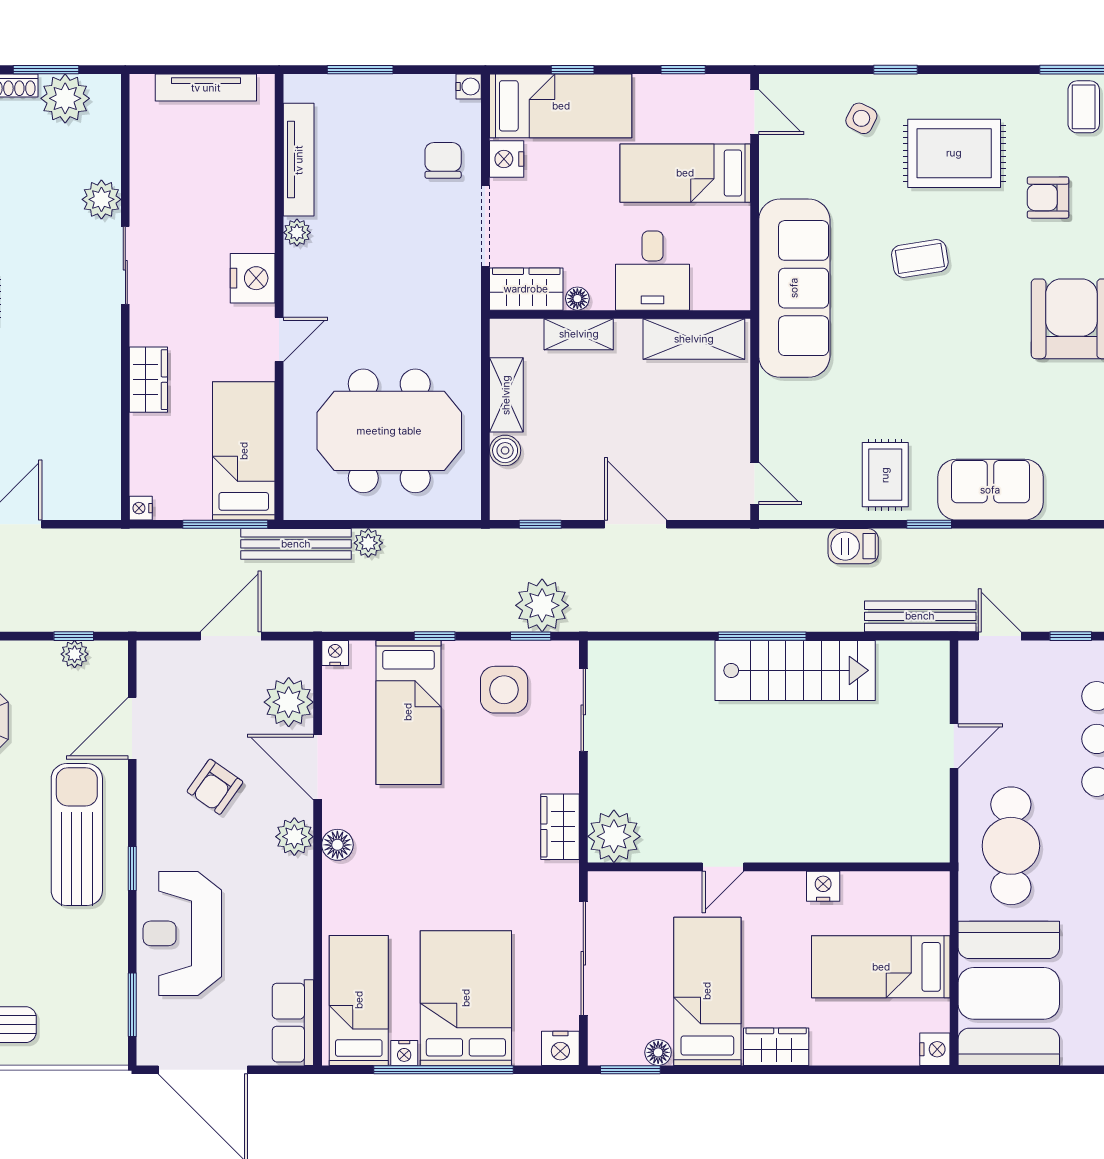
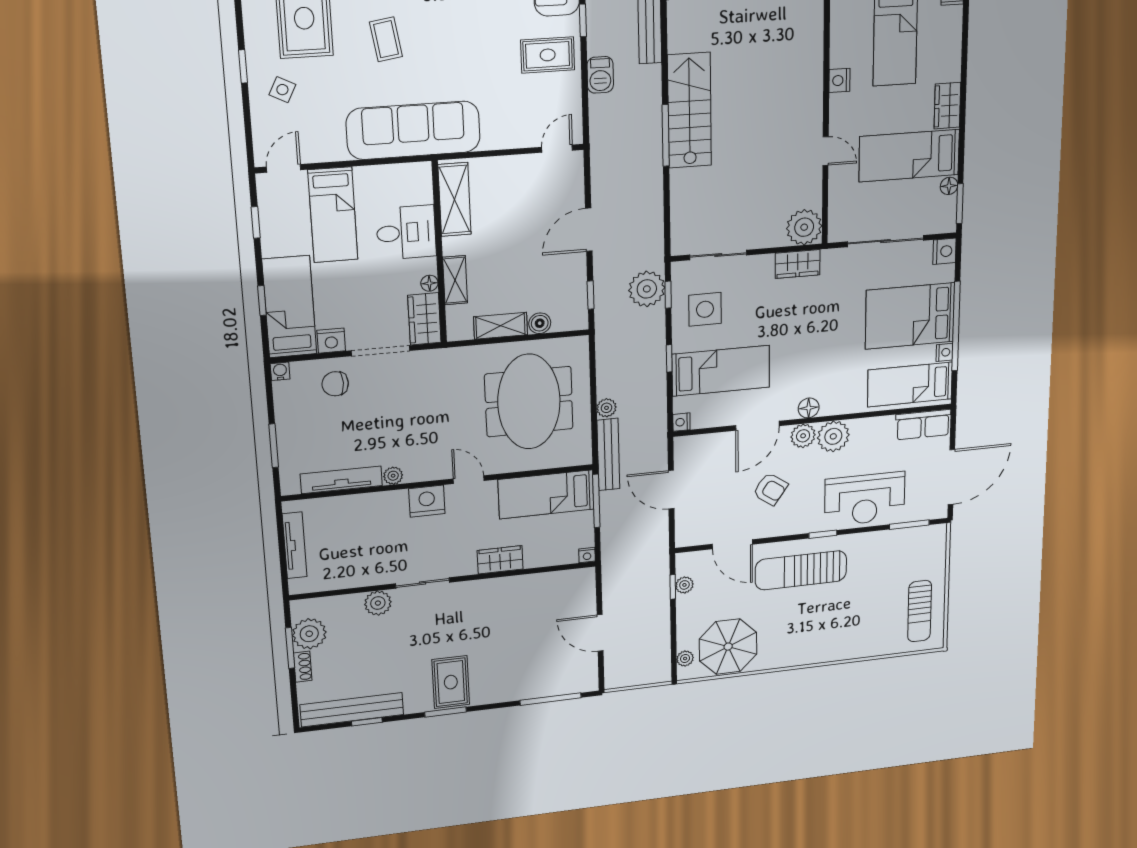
plant: (289, 702) -> (833, 436), moved

